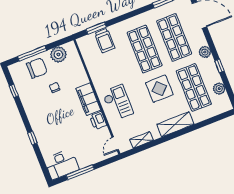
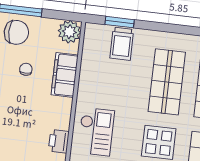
plant: (58, 54) -> (69, 32), moved
filing cabinet: (88, 99) -> (65, 75), moved

